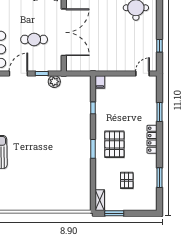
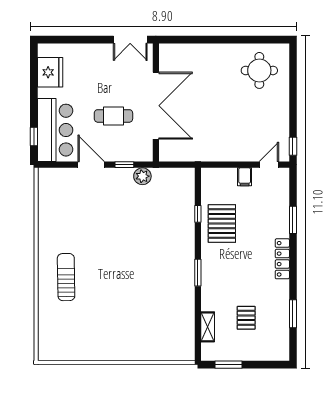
window: (159, 46) -> (293, 146), moved
door: (18, 73) -> (91, 165), hinge flipped
filing cabinet: (100, 82) -> (245, 177), moved
pallet: (114, 144) -> (222, 223), moved
shelving: (100, 200) -> (208, 327), moved

